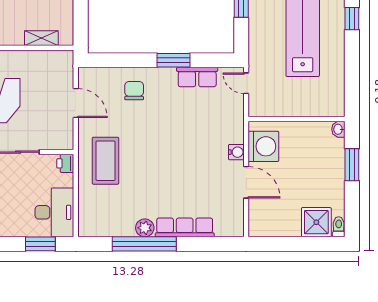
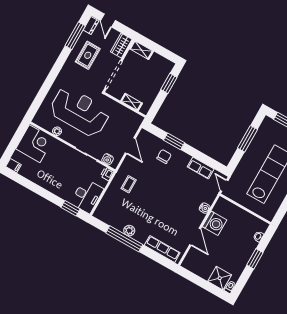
window: (173, 60) -> (174, 141), moved
wall: (297, 119) -> (245, 209), moved
water cooler: (54, 142) -> (108, 159), added
water cooler: (236, 152) -> (205, 208), moved
coffee table: (106, 161) -> (129, 184), width x0.54, depth x0.58
row of seats: (185, 227) -> (162, 249), moved

